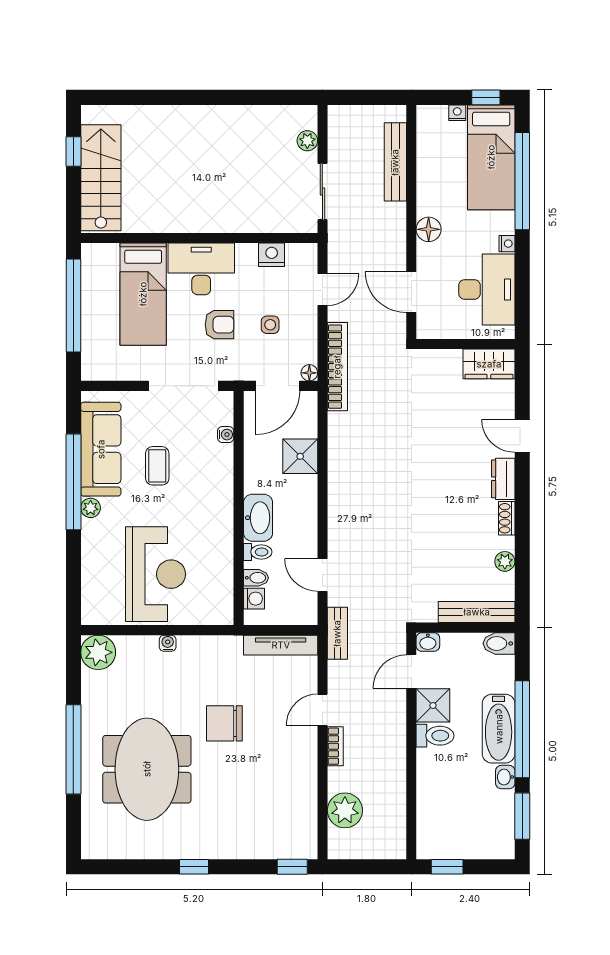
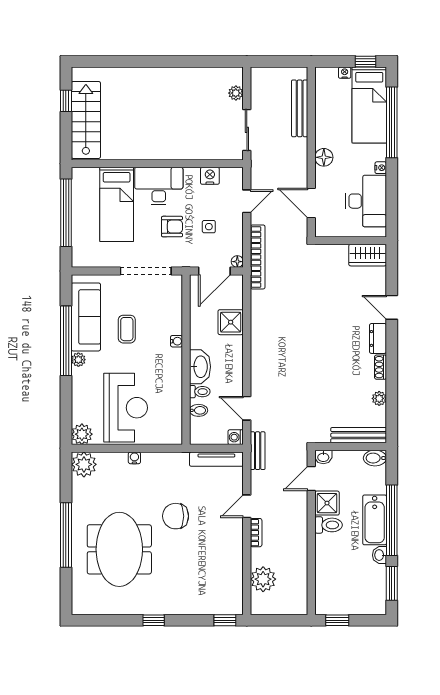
water cooler: (226, 435) -> (176, 341), moved
washing machine: (254, 599) -> (236, 437), moved, turned 180
plant: (95, 611) -> (82, 434), added

